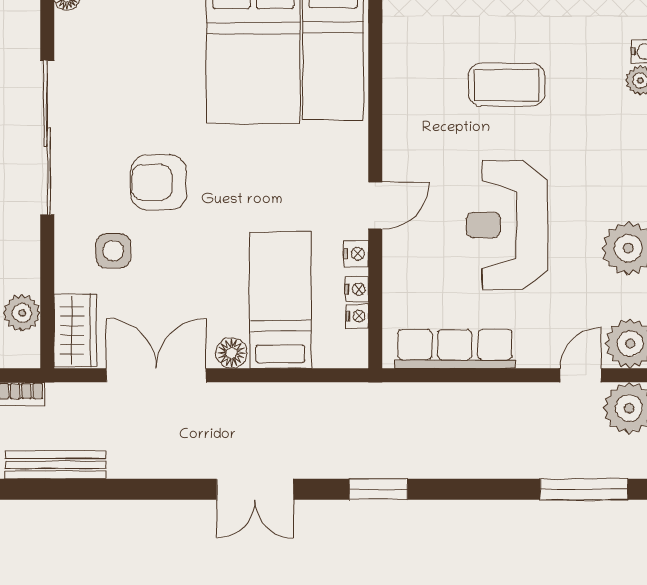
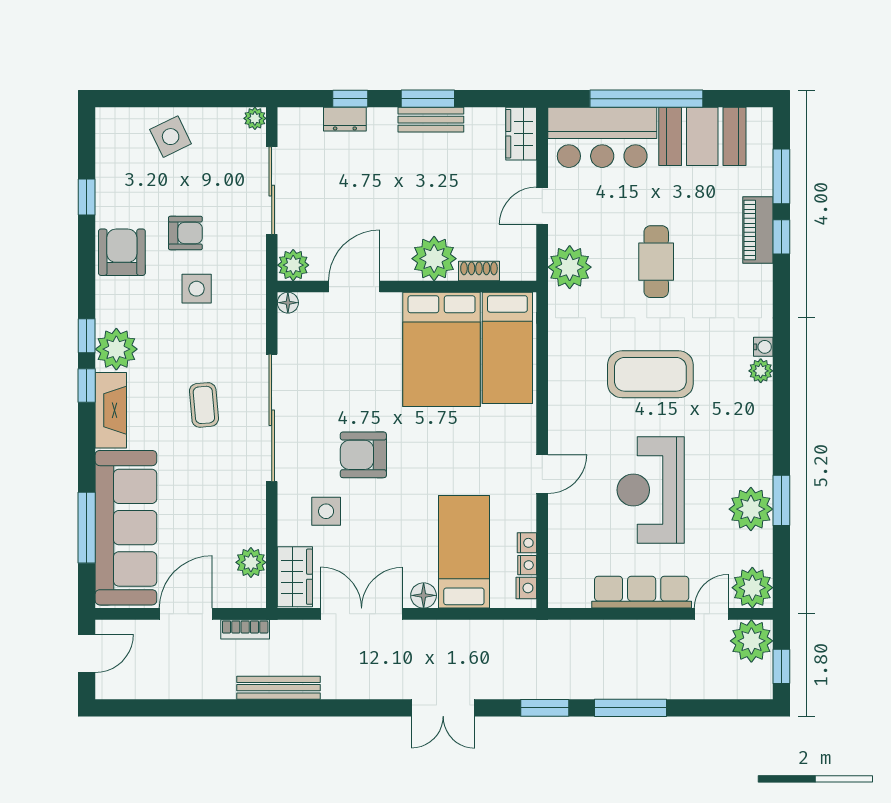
coffee table: (507, 85) -> (650, 374), width x1.36, depth x1.32
nightstand: (356, 254) -> (526, 588), moved
row of seats: (455, 349) -> (642, 592), moved
window: (584, 489) -> (631, 708), moved

